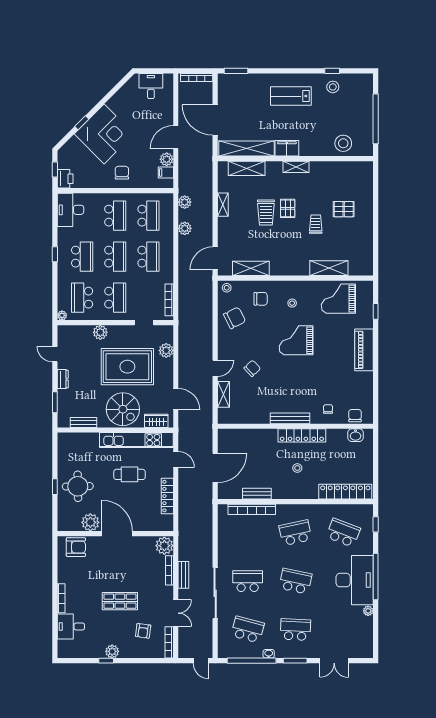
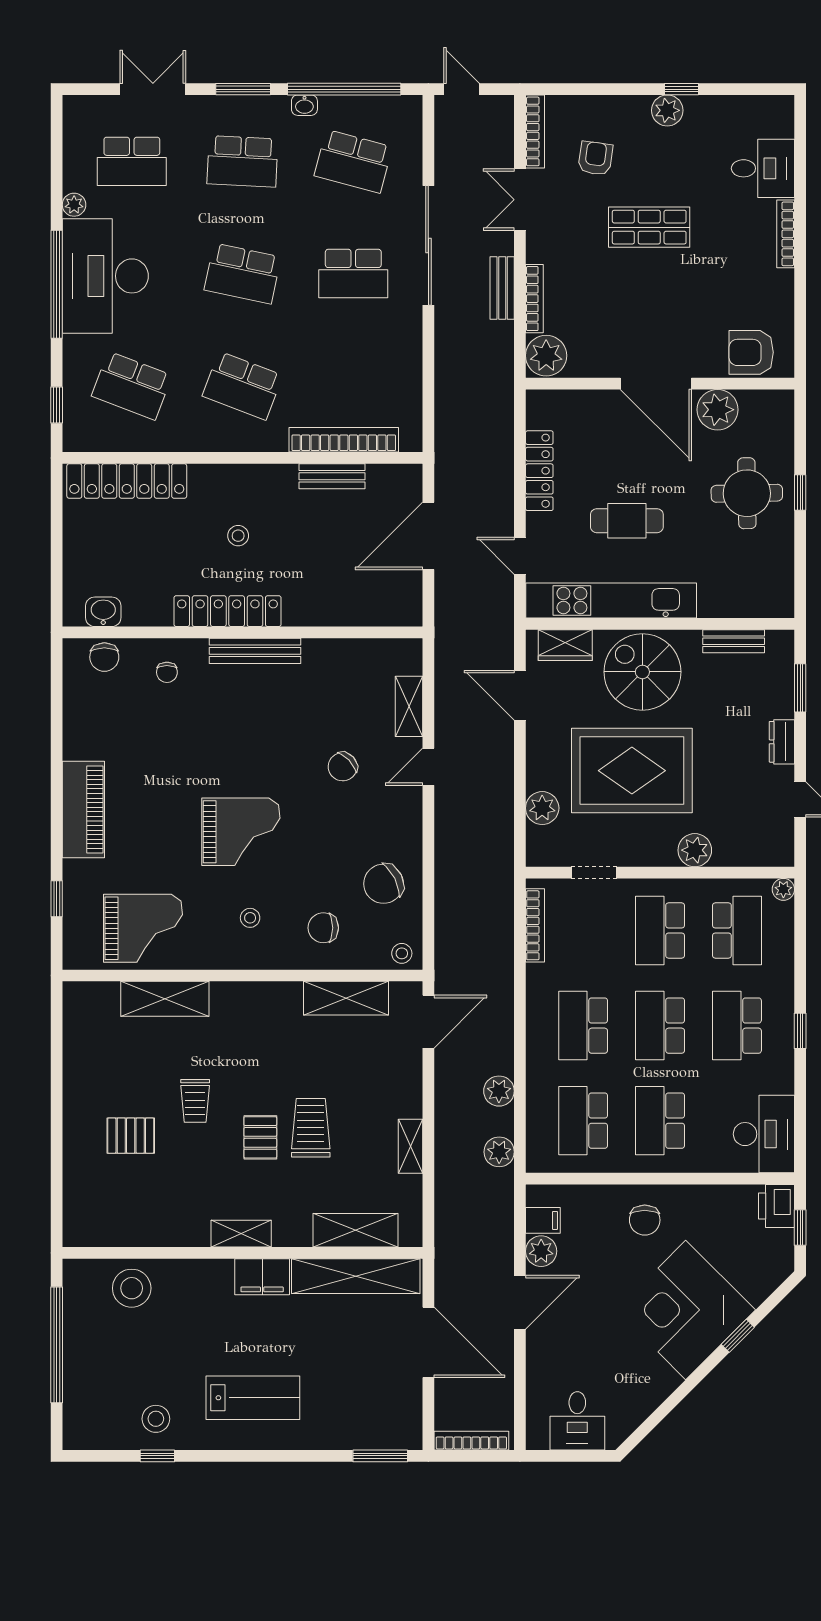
school desk: (295, 533) -> (243, 386), turned 33
school desk: (343, 630) -> (132, 161), added

